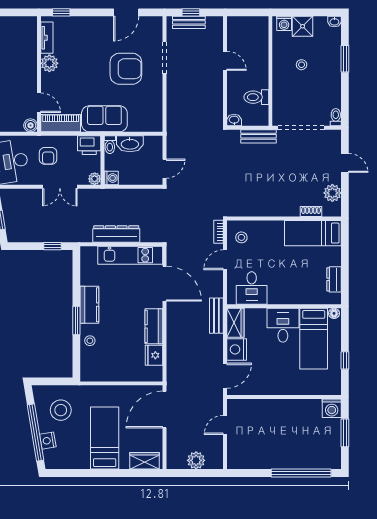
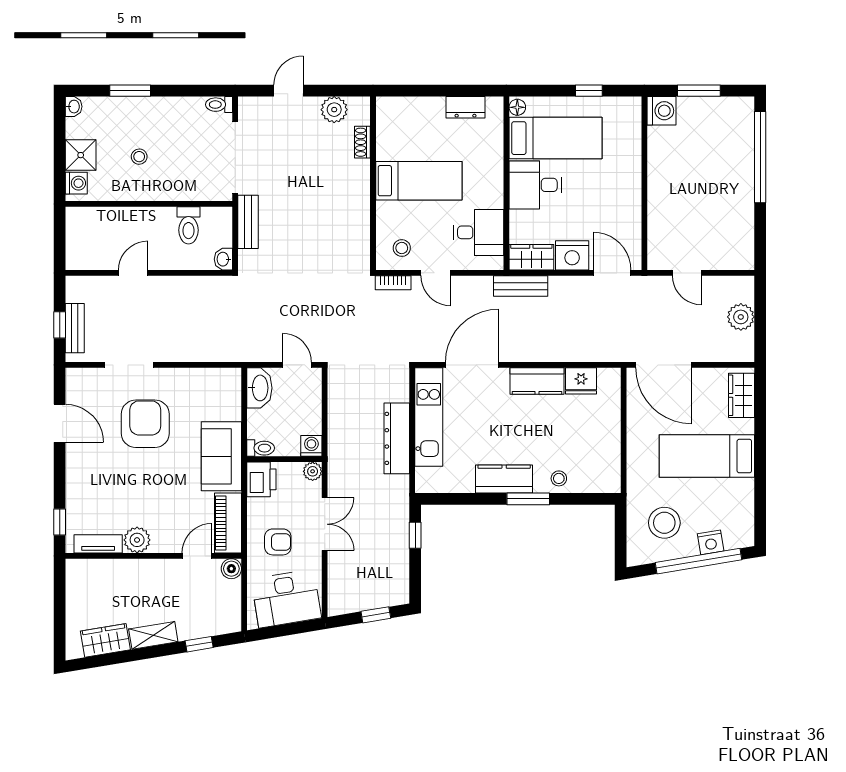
washbasin: (130, 144) -> (259, 388), moved
bed: (313, 233) -> (419, 181), moved, turned -90

